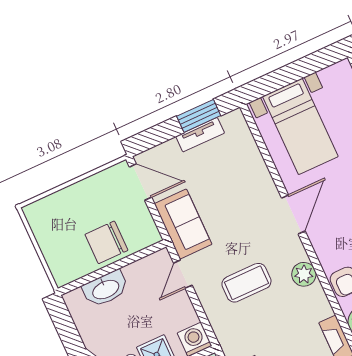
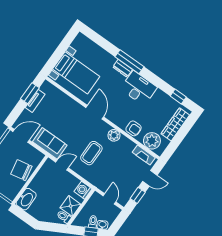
chair: (106, 242) -> (21, 170), turned 79
door: (183, 274) -> (62, 165), swing flipped
washbasin: (105, 289) -> (26, 199), moved

